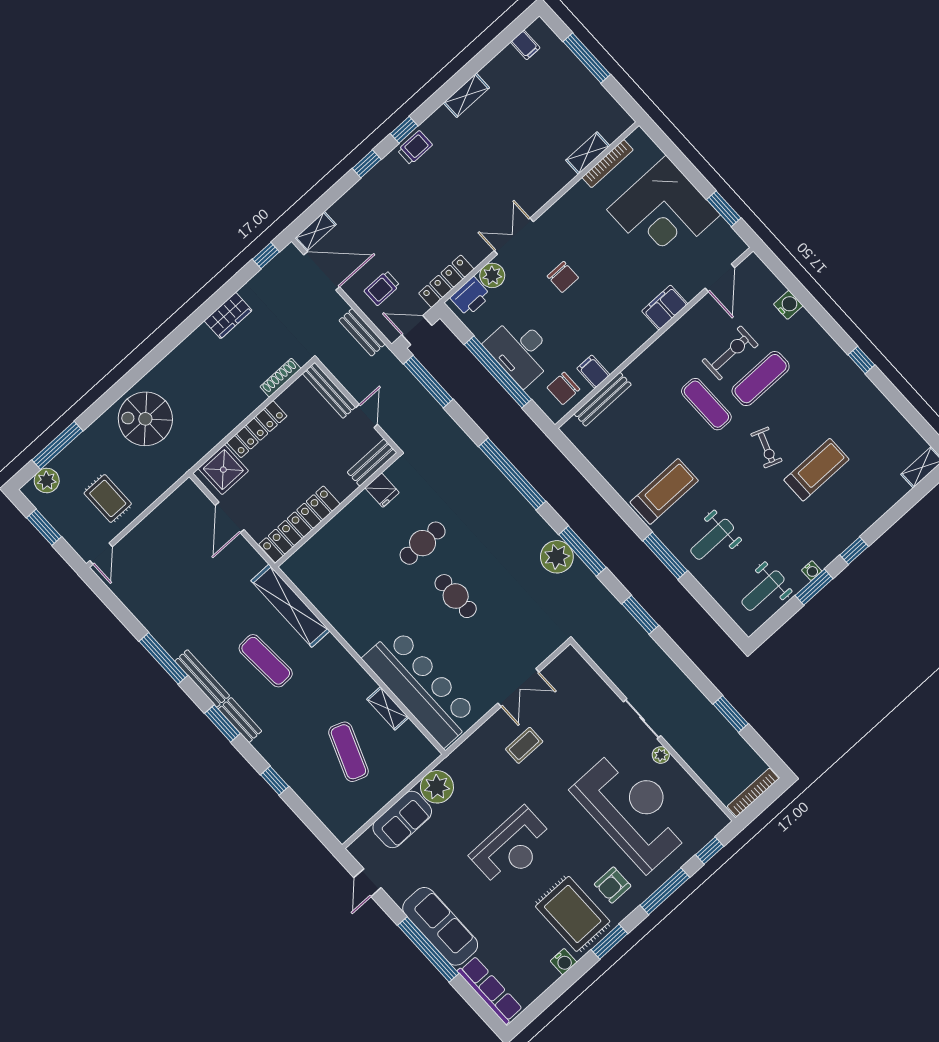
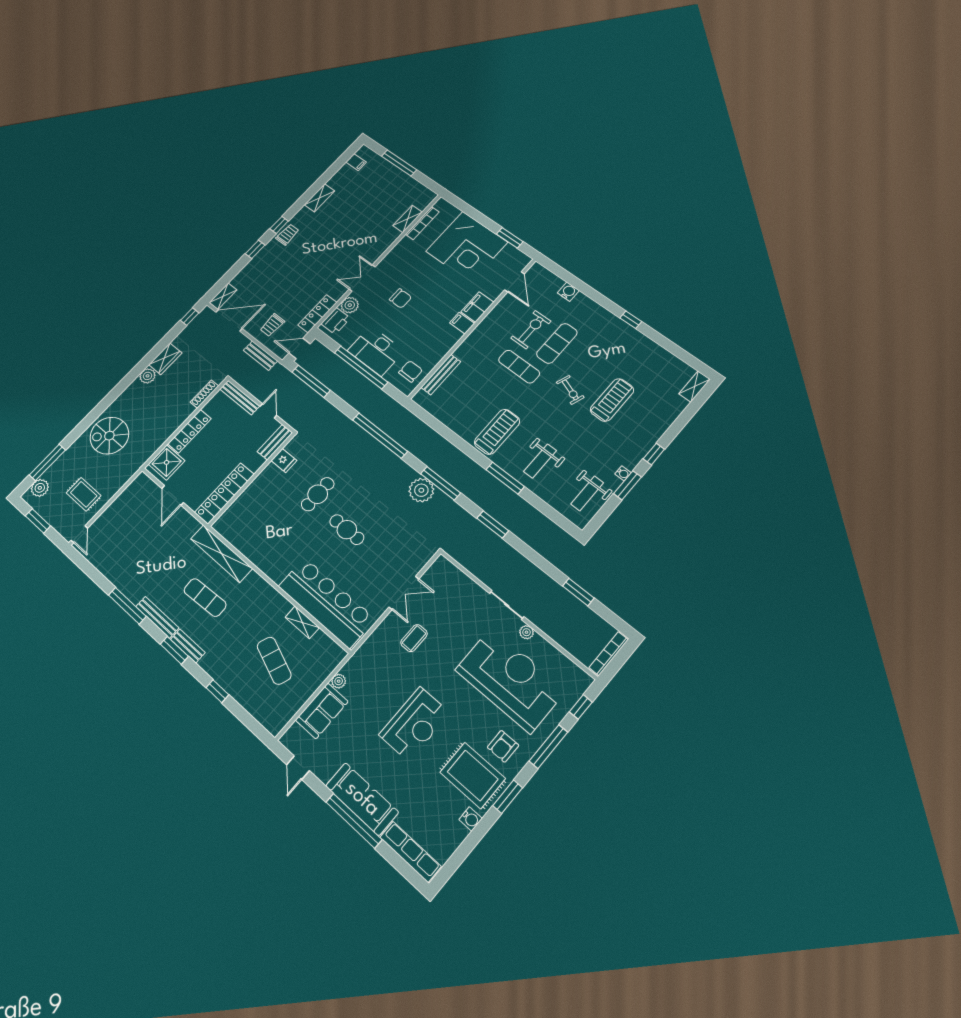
plant: (202, 338) -> (147, 376), added
filing cabinet: (593, 372) -> (462, 323), moved
chair: (563, 388) -> (411, 371), turned 180
plant: (437, 787) -> (339, 681), width x0.53, depth x0.53

